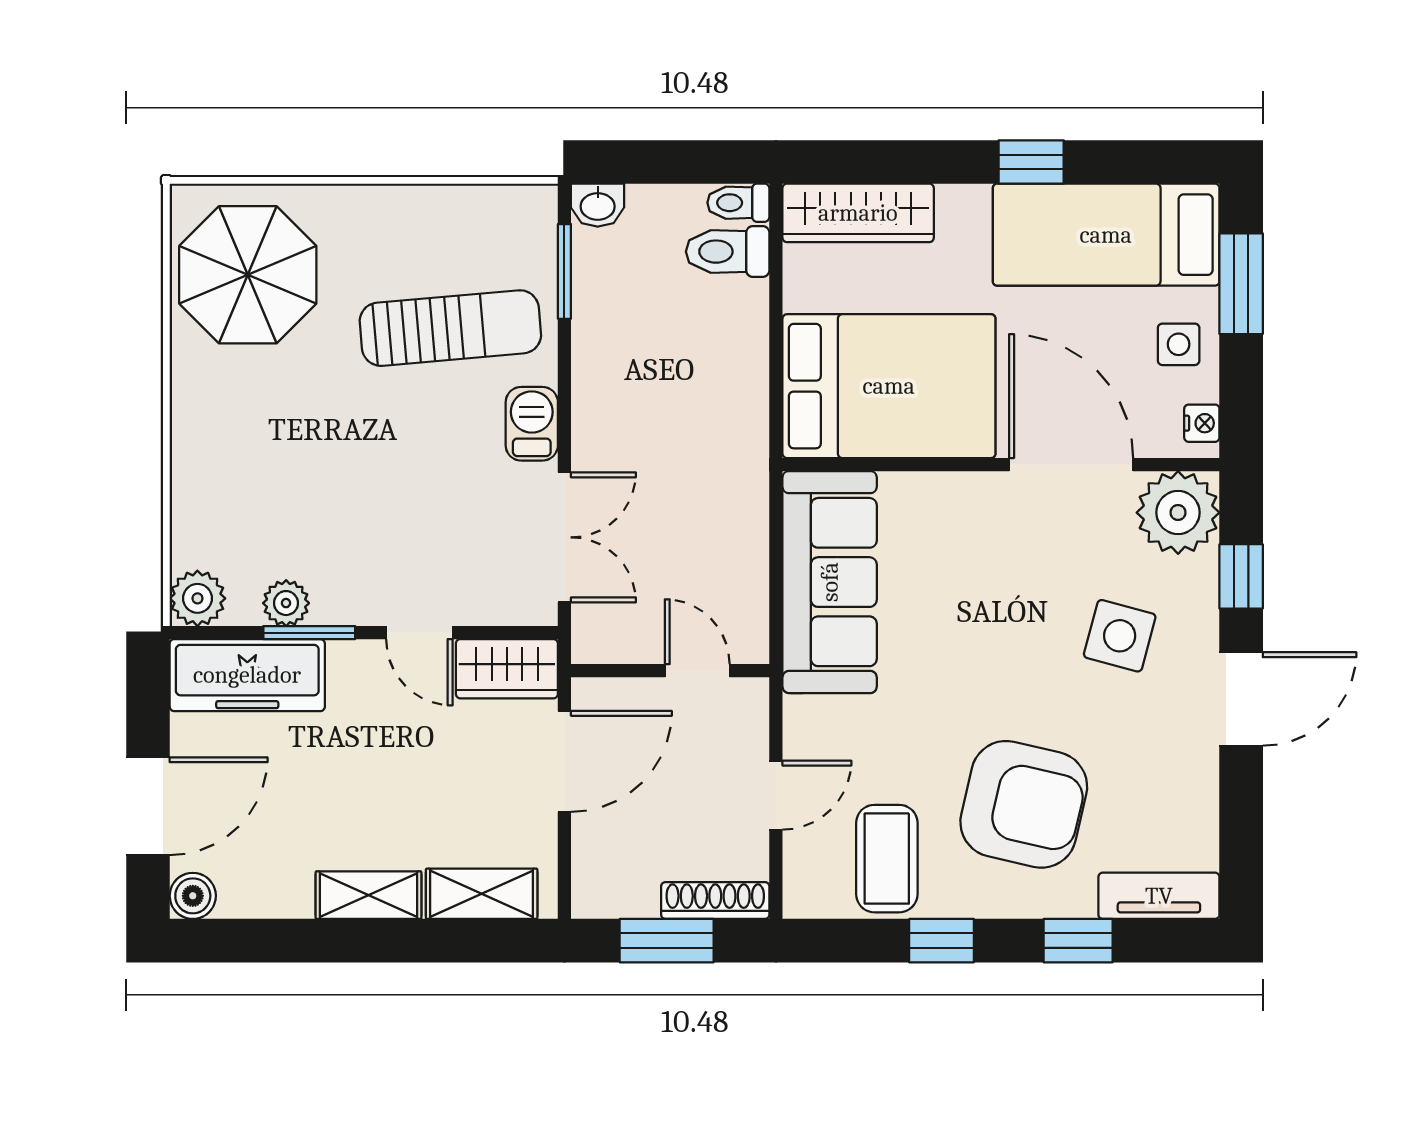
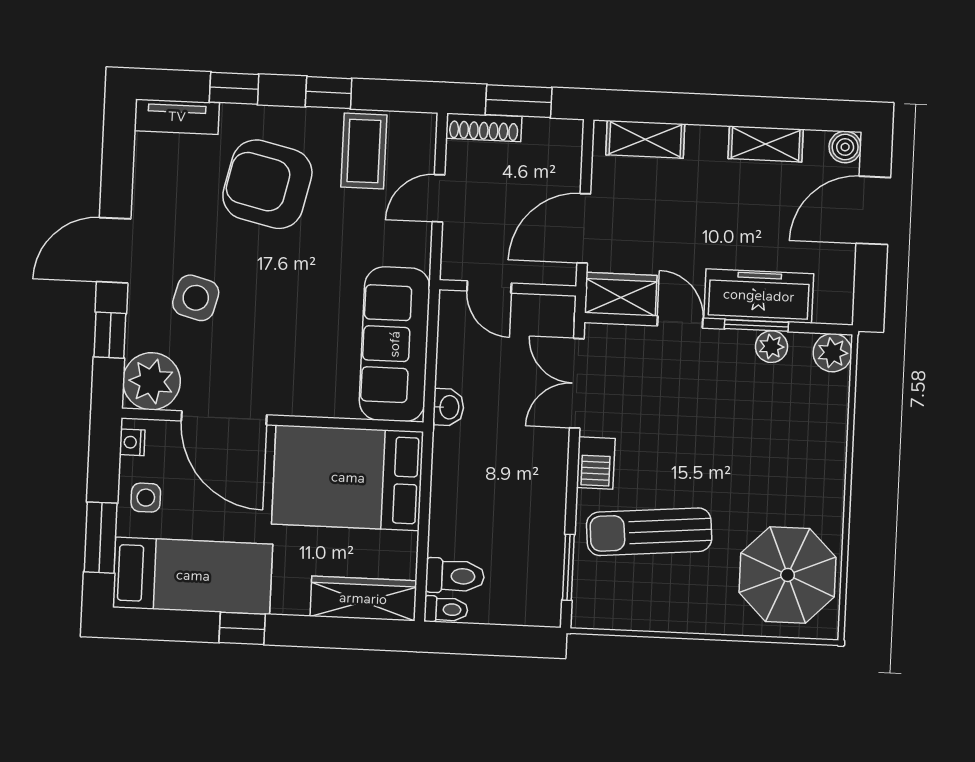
washbasin: (598, 205) -> (448, 407), moved, turned 90
freezer: (247, 675) -> (759, 296), moved
shelving: (368, 895) -> (766, 144), moved

